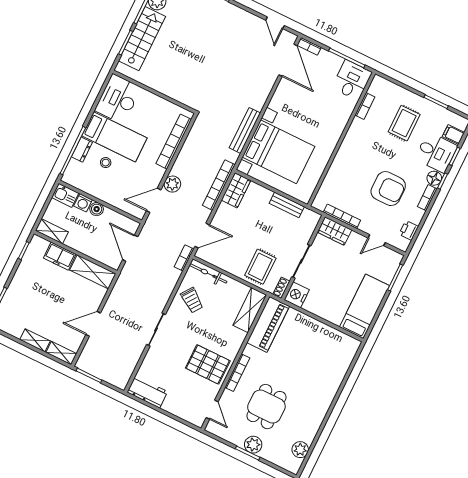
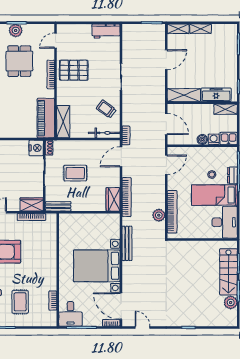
bed with nightstands: (278, 152) -> (97, 266), moved
plant: (172, 184) -> (159, 215), moved
bench: (287, 205) -> (58, 206), moved
freezer: (60, 256) -> (216, 95), width x1.40
rug: (260, 267) -> (75, 173), moved, turned 90
door: (212, 410) -> (56, 41), hinge flipped

